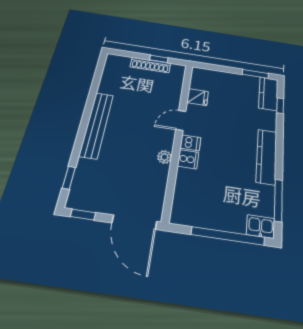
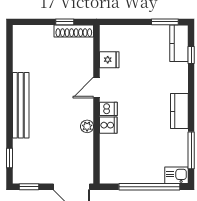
shoe rack: (150, 65) -> (74, 31), moved
kitchen counter: (266, 156) -> (179, 111), width x0.67

